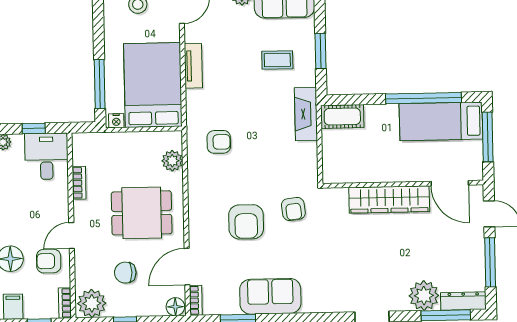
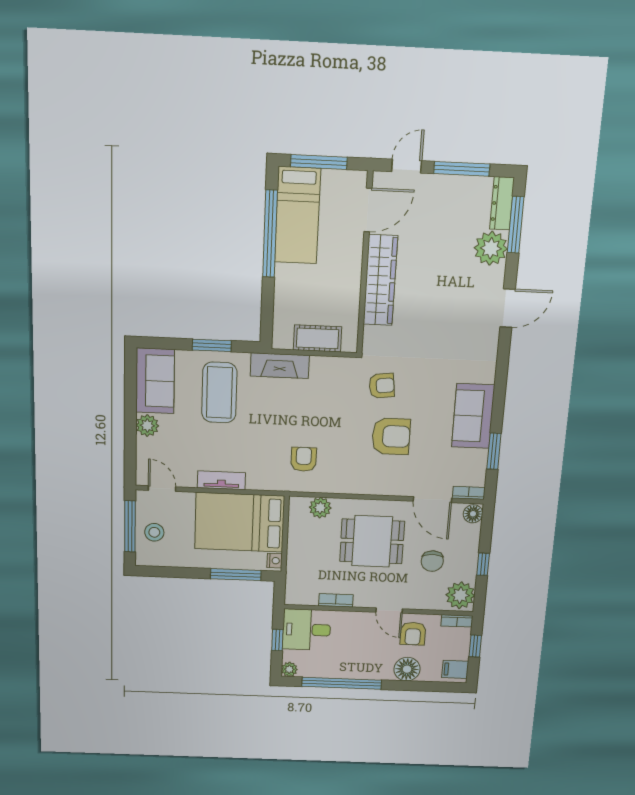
coffee table: (277, 60) -> (219, 393), width x1.86, depth x1.72
cot: (342, 117) -> (318, 338), moved, turned 90
dining table: (142, 213) -> (372, 541), turned 90

